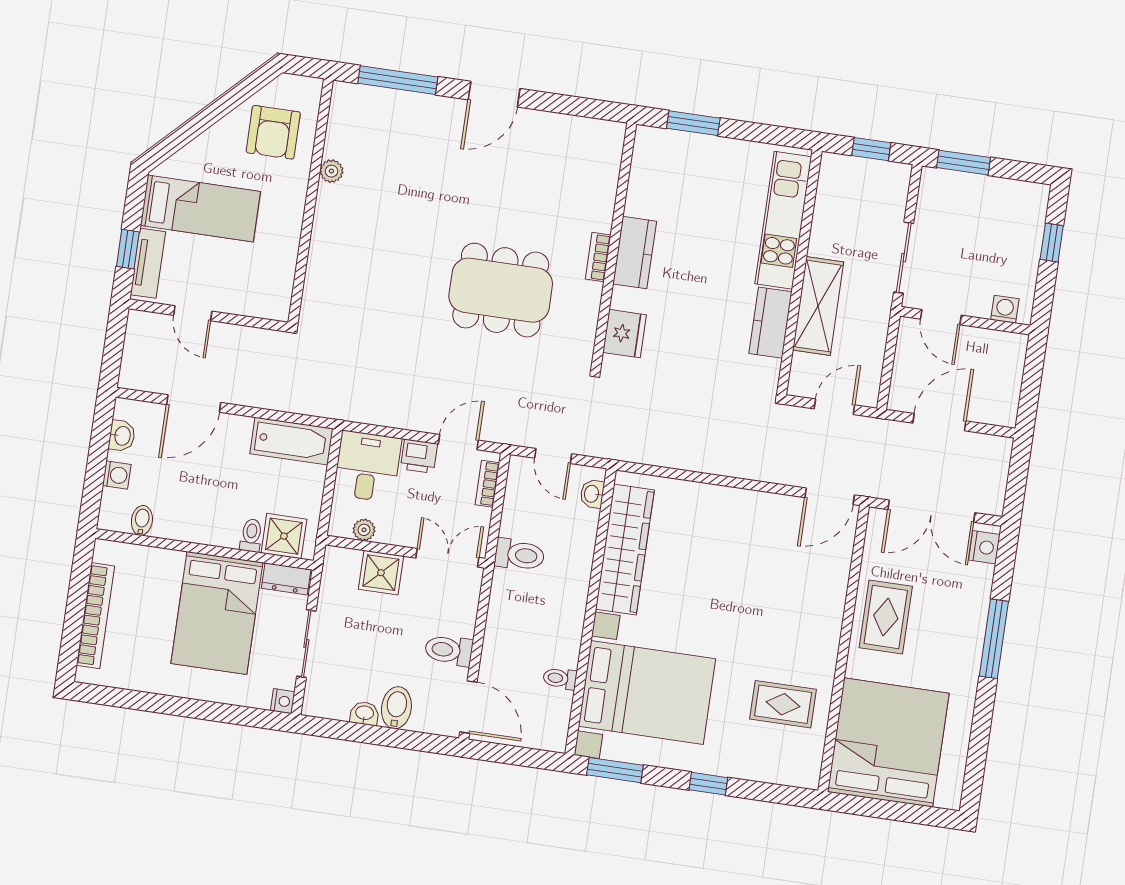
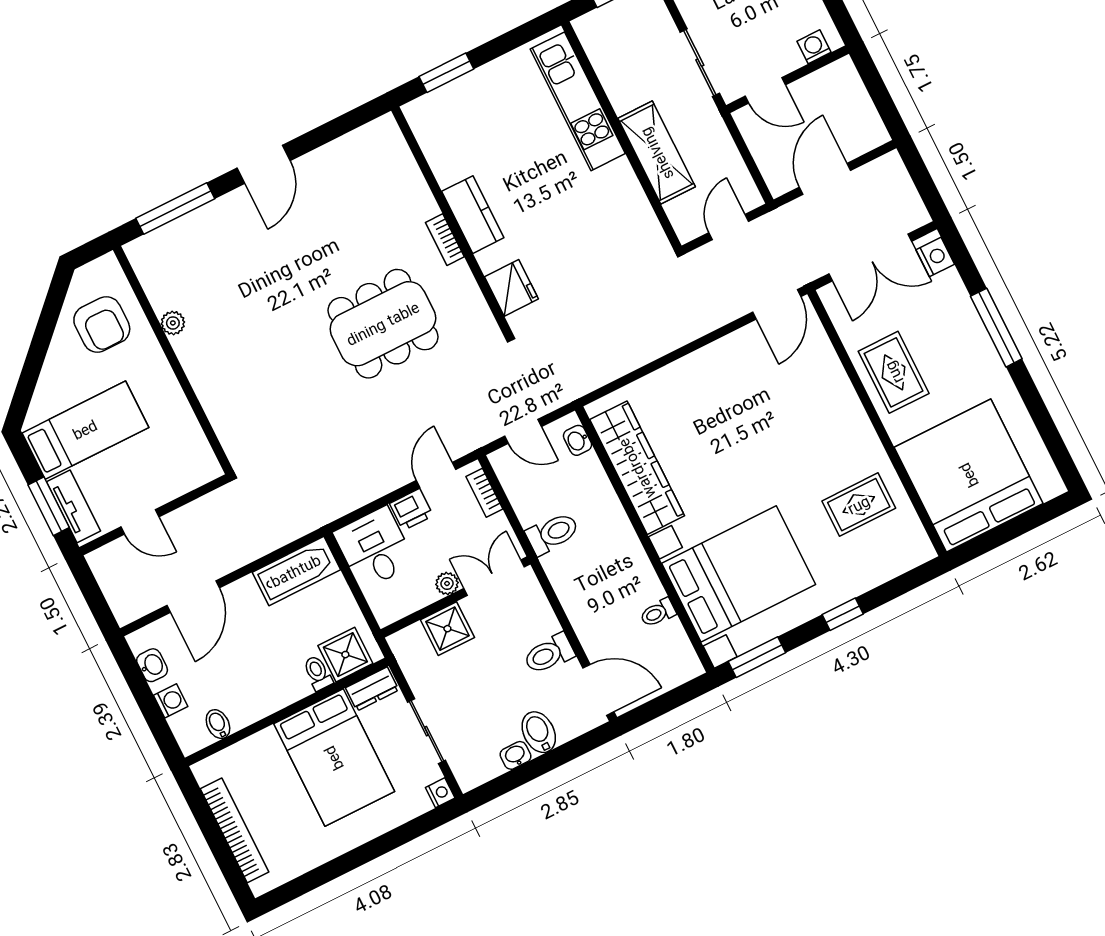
window: (128, 249) -> (49, 506), width x1.50
kitchen counter: (770, 323) -> (627, 194), removed
plant: (364, 530) -> (447, 584), moved

